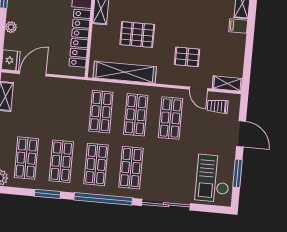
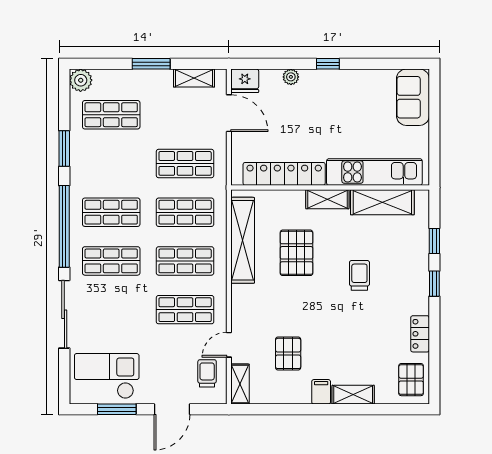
pallet: (187, 57) -> (288, 353), moved
shop shelf: (61, 161) -> (185, 163), moved

